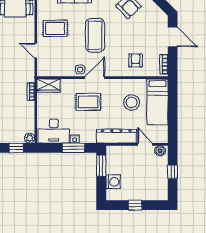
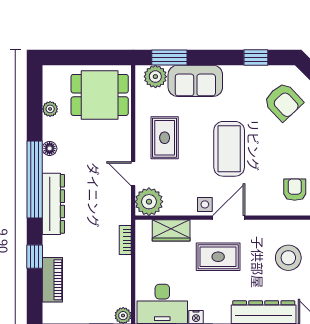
rug: (55, 28) -> (165, 138), turned 90
plant: (46, 68) -> (149, 202), added
wardrobe: (49, 86) -> (171, 230), moved

